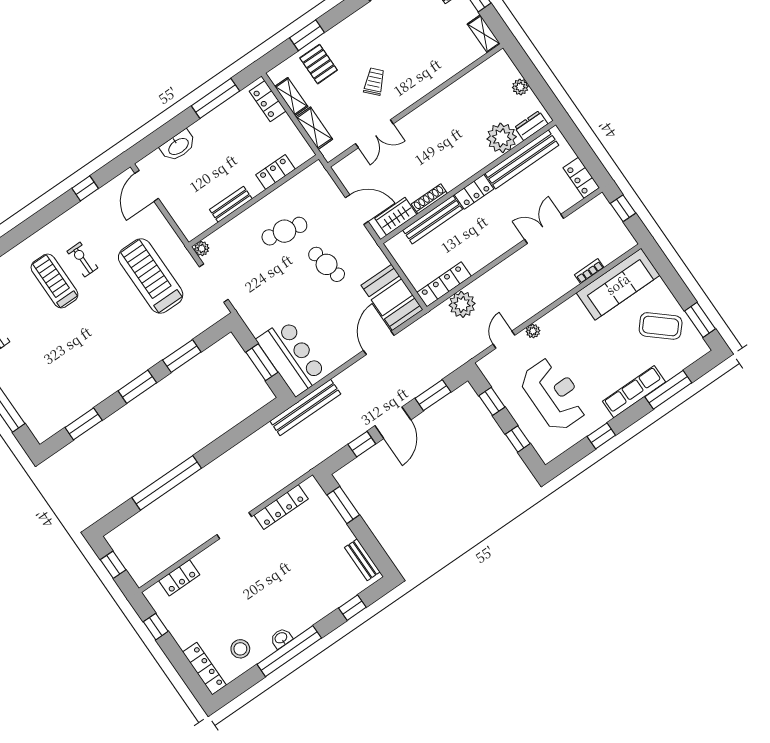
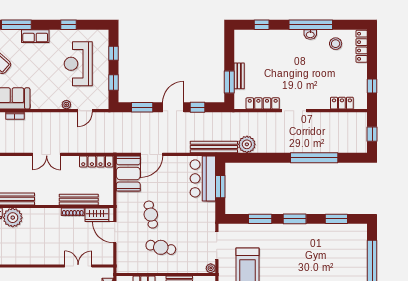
locker: (474, 192) -> (47, 199), removed
double door: (544, 229) -> (47, 154), moved
plant: (462, 304) -> (247, 144), moved
row of seats: (634, 392) -> (35, 36), width x0.68
bench: (362, 560) -> (239, 76), moved

